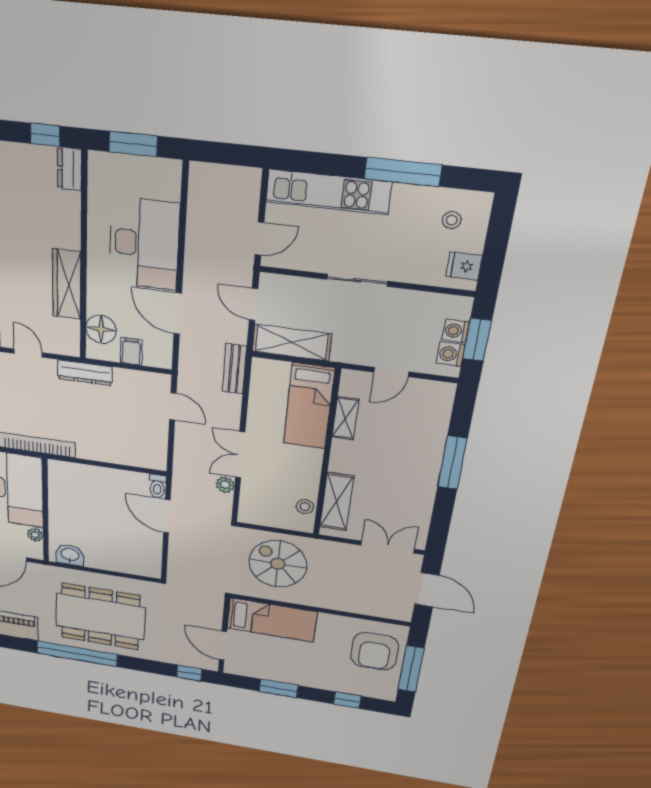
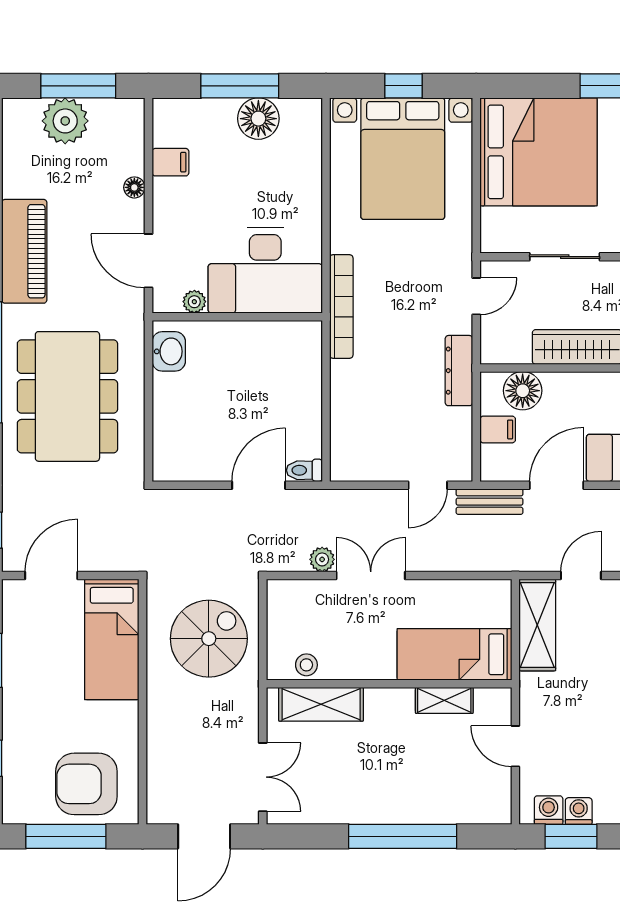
bench: (234, 369) -> (489, 502), moved
window: (452, 463) -> (403, 836), width x1.46

